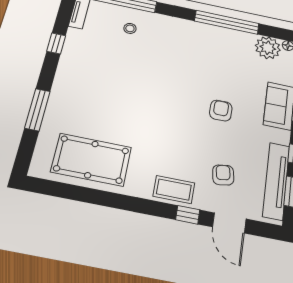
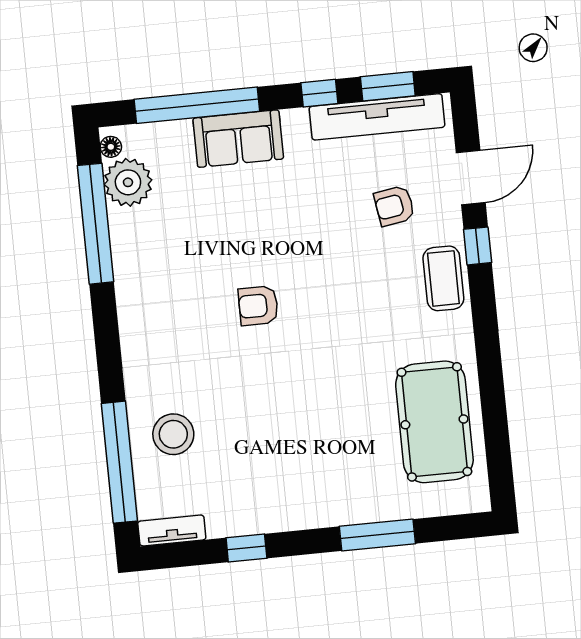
window: (227, 22) -> (96, 224), moved
stool: (130, 28) -> (173, 434), width x1.89, depth x1.89
armchair: (221, 111) -> (258, 306), moved

